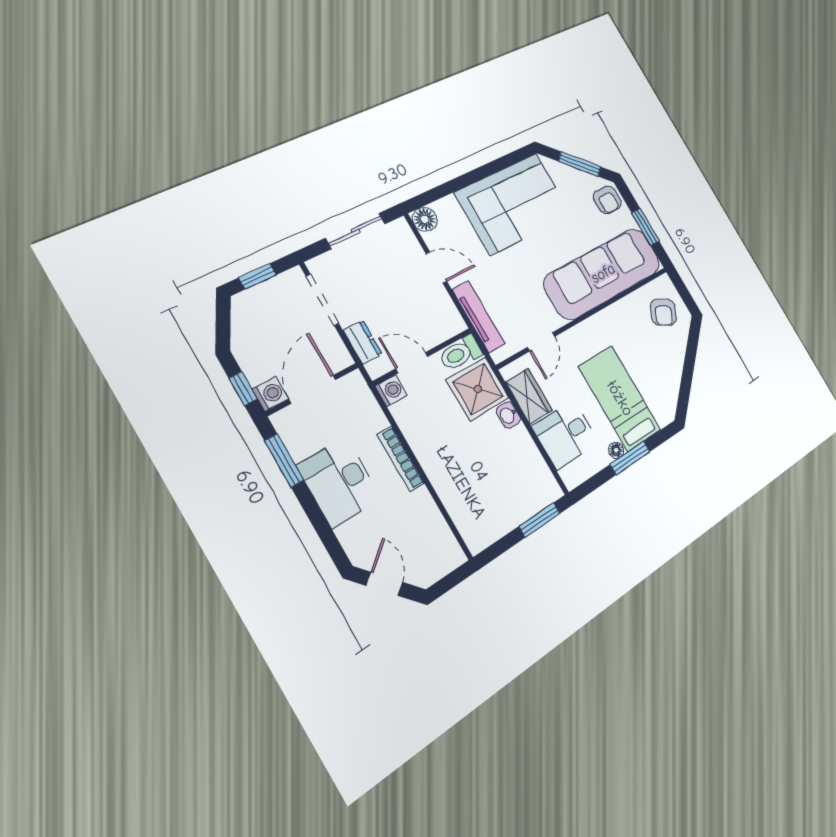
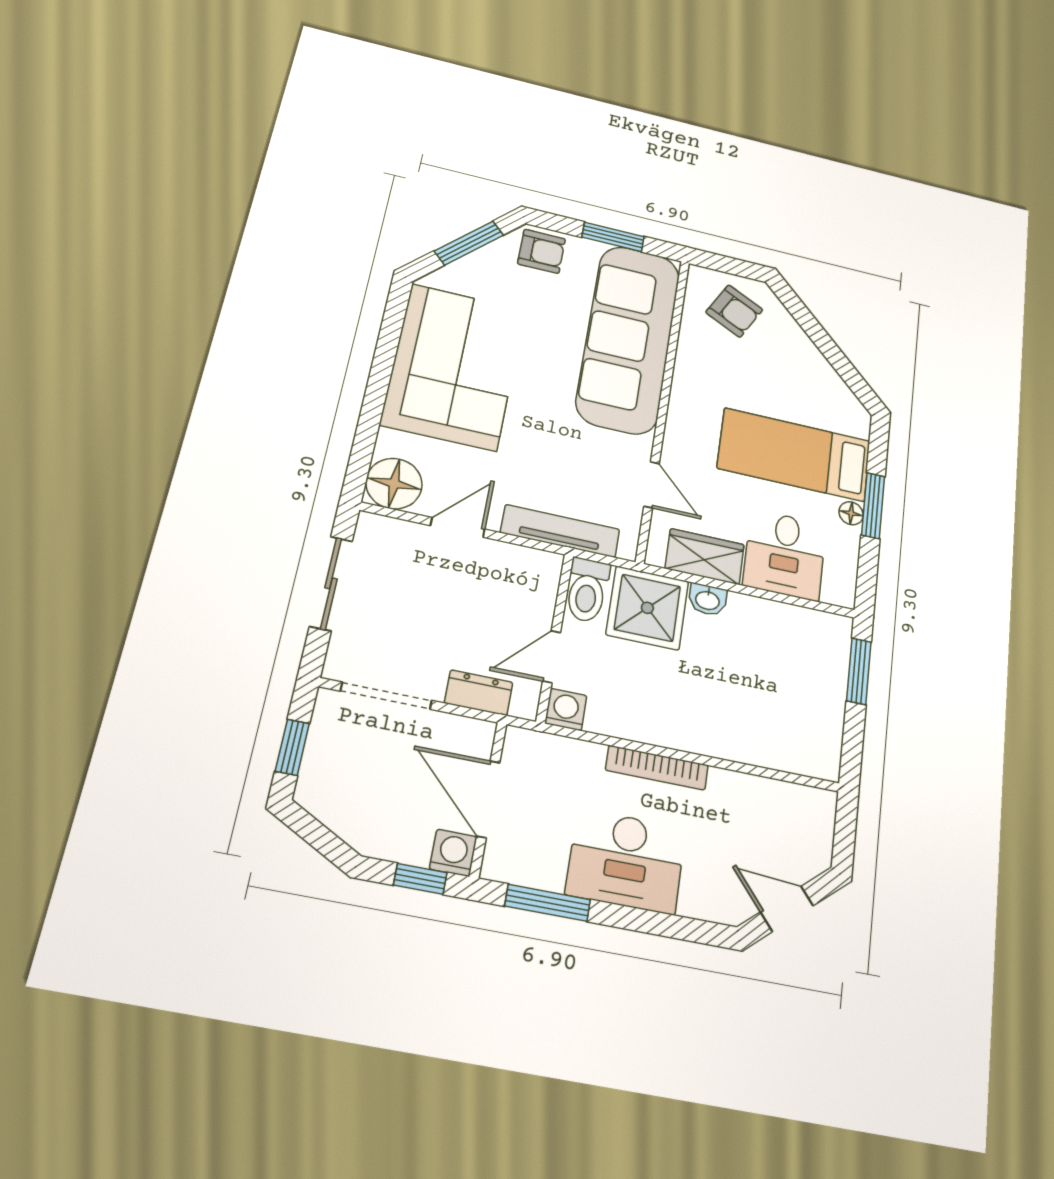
floor lamp: (425, 219) -> (394, 484), width x1.38, depth x1.38

